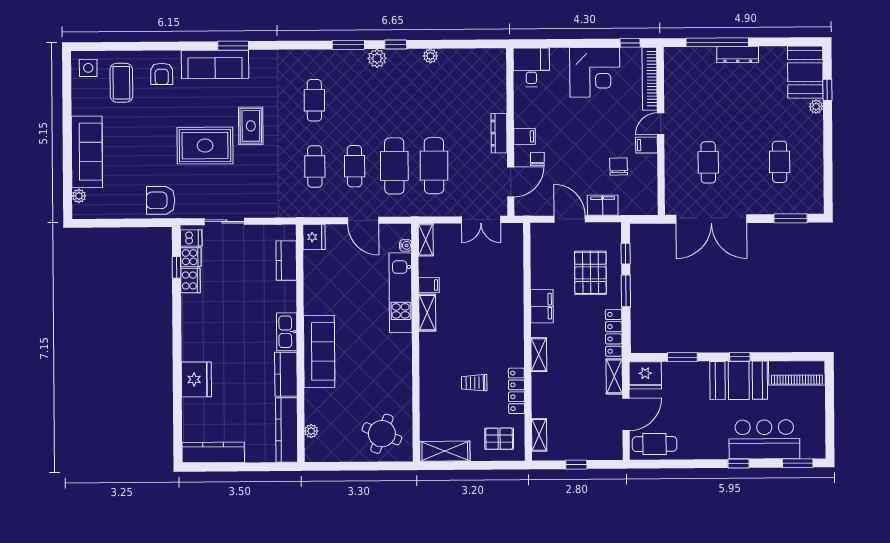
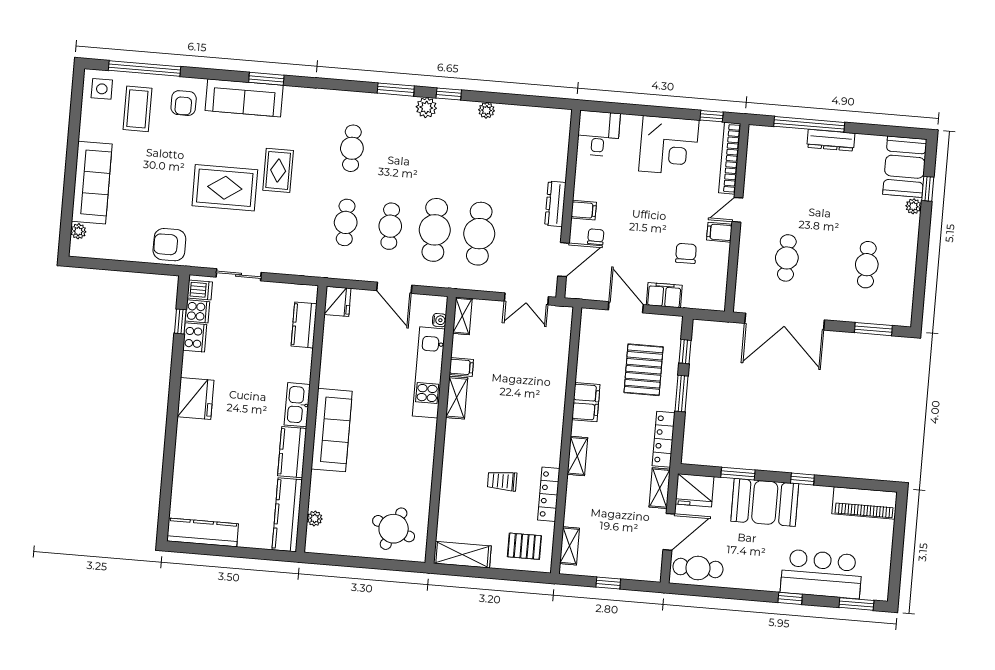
window: (124, 46) -> (144, 68), added
fridge: (196, 379) -> (196, 398), moved
booth: (739, 380) -> (765, 502), moved

